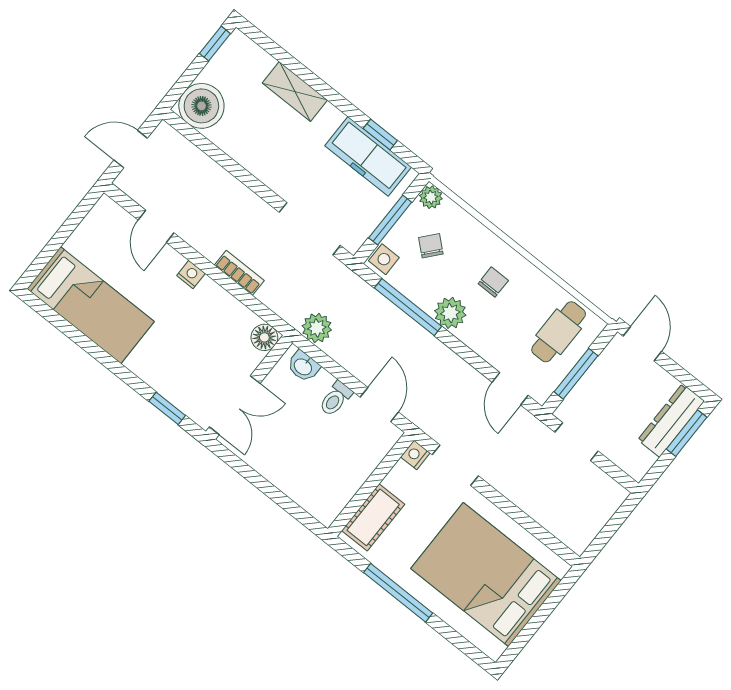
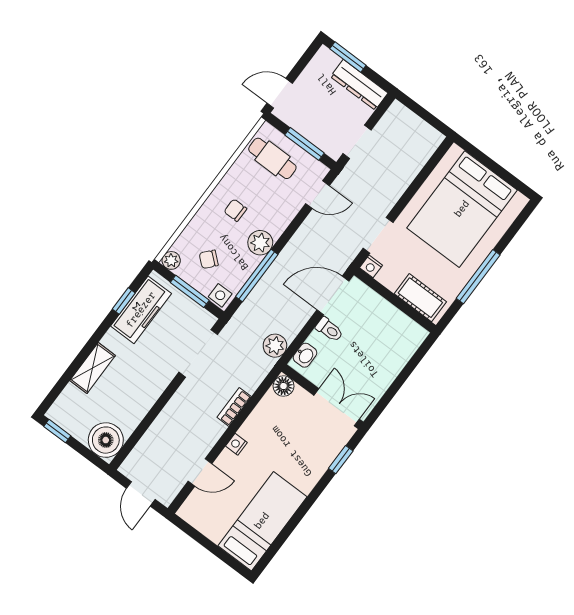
door: (379, 405) -> (333, 296), width x1.38
dresser: (671, 420) -> (359, 85), moved

